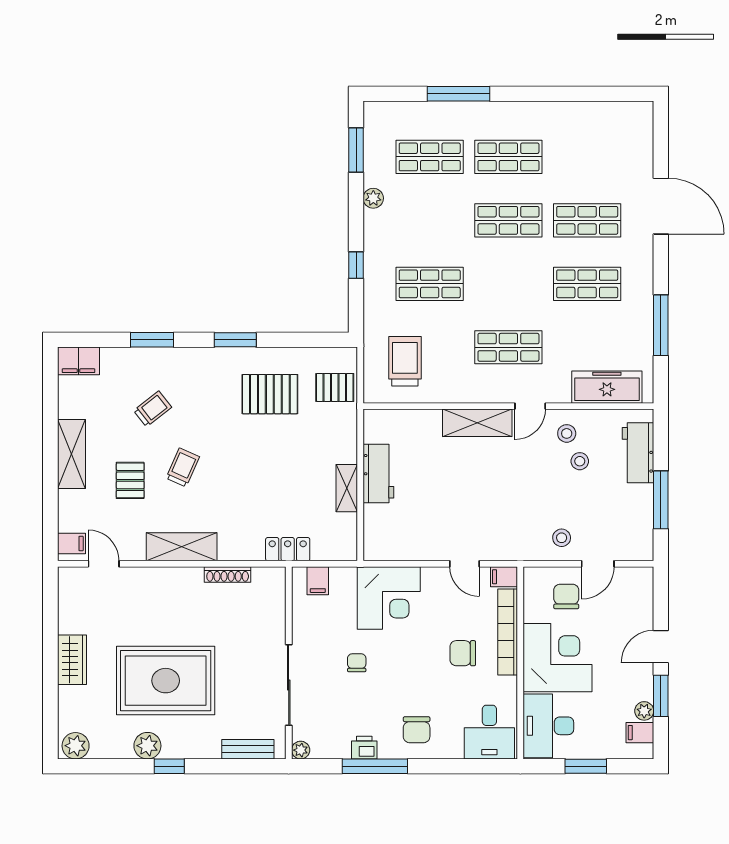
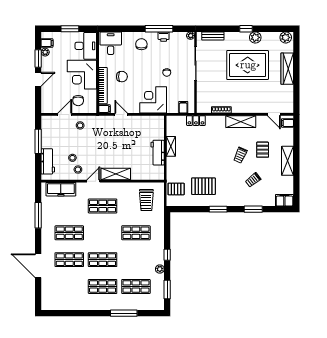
window: (356, 265) -> (167, 255), moved
wardrobe: (72, 660) -> (287, 69), width x1.50

